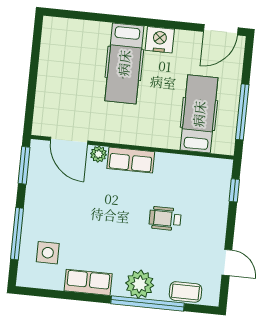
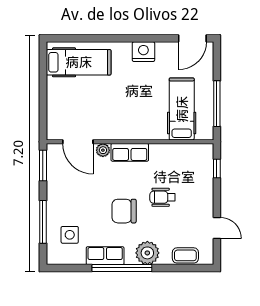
hospital bed: (124, 63) -> (79, 62), moved, turned -90
chair: (117, 231) -> (124, 211), added
window: (148, 303) -> (122, 268), moved

